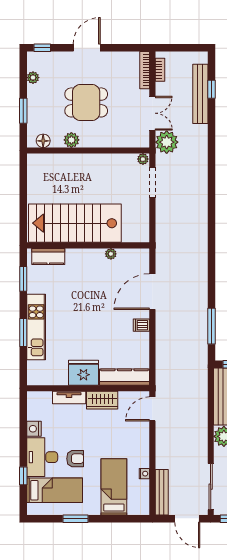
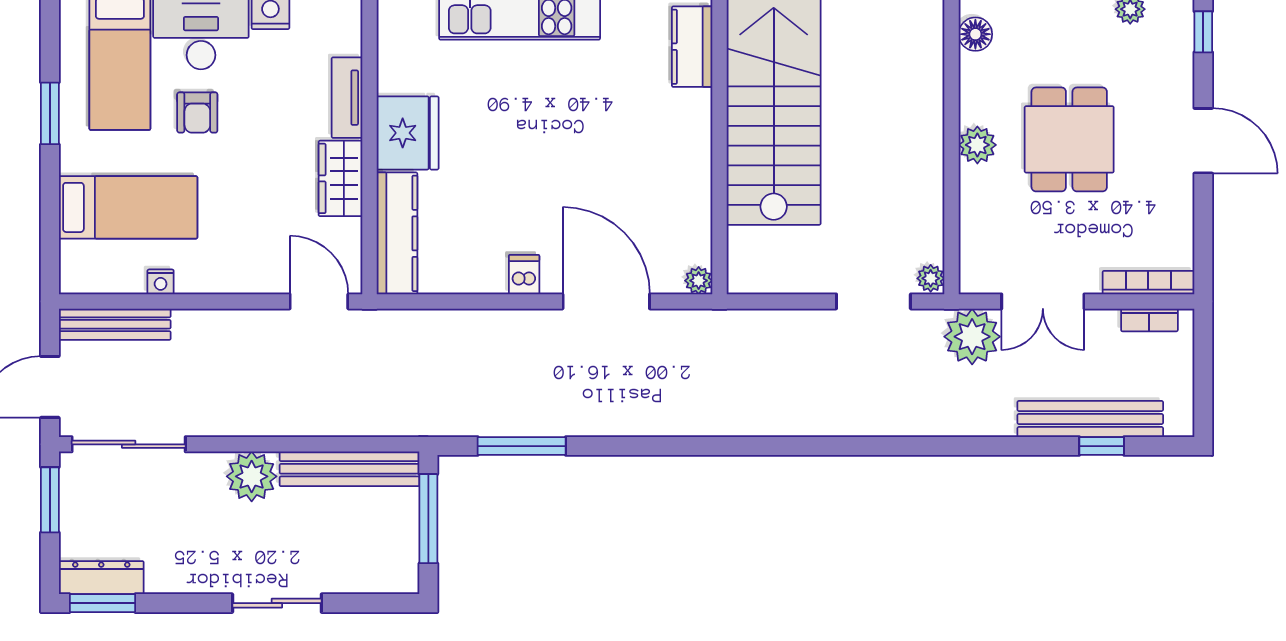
plant: (71, 140) -> (977, 145), moved
plant: (111, 254) -> (699, 281), moved

